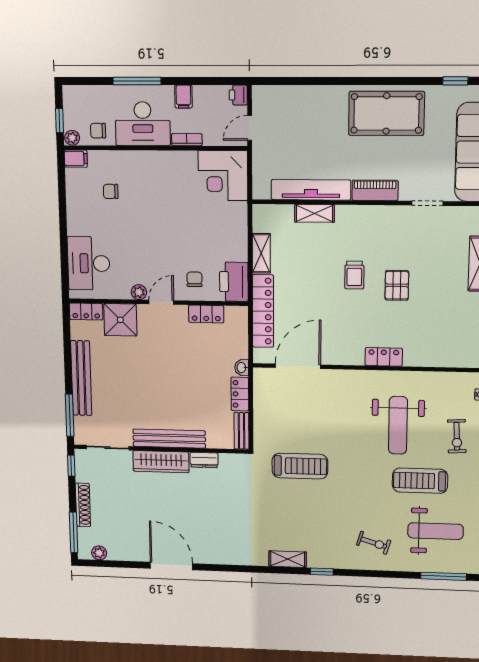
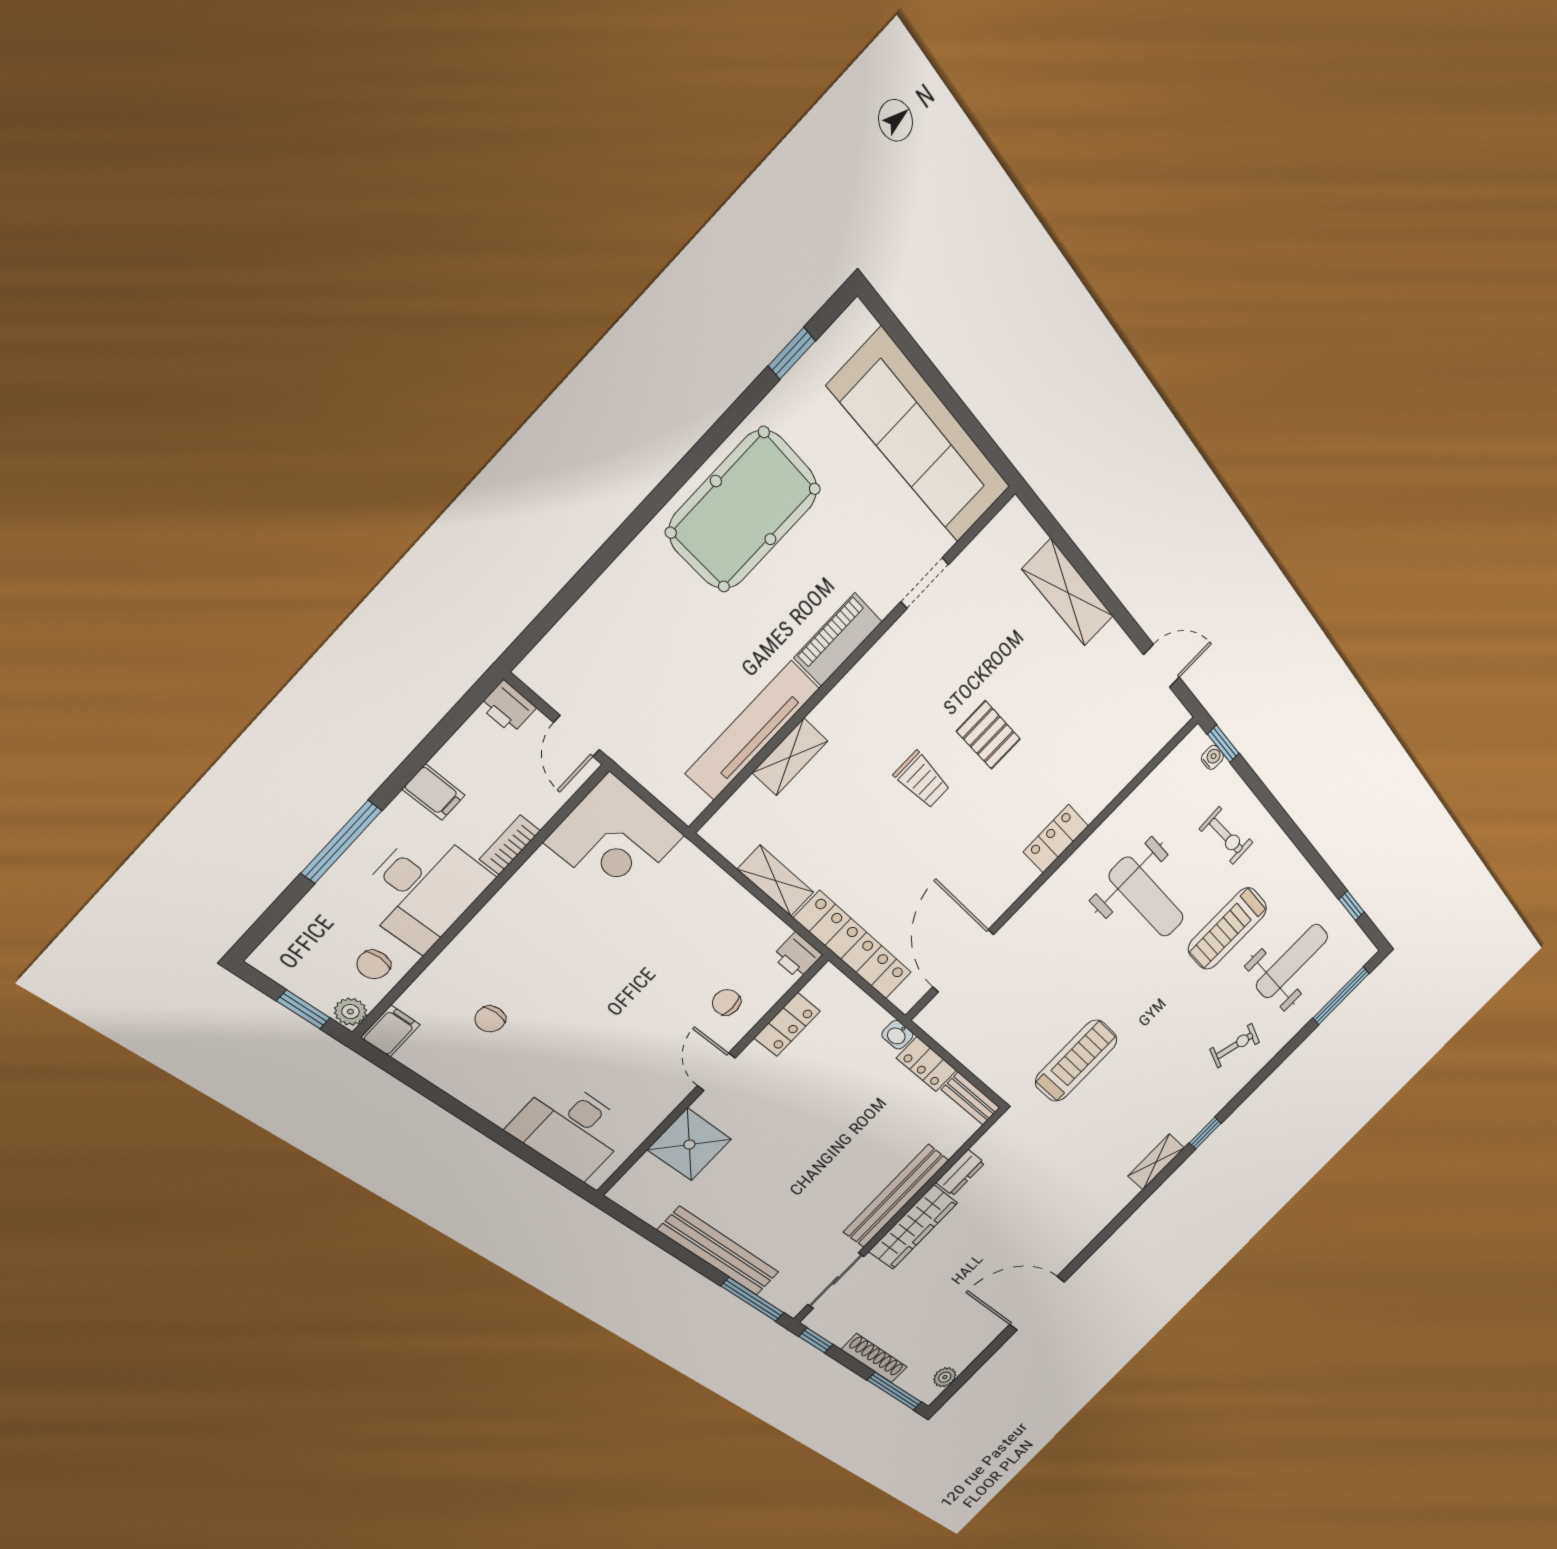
printer: (234, 282) -> (797, 956), width x0.53, depth x0.68
plant: (139, 292) -> (675, 1091), removed
locker: (86, 312) -> (636, 1182), removed

